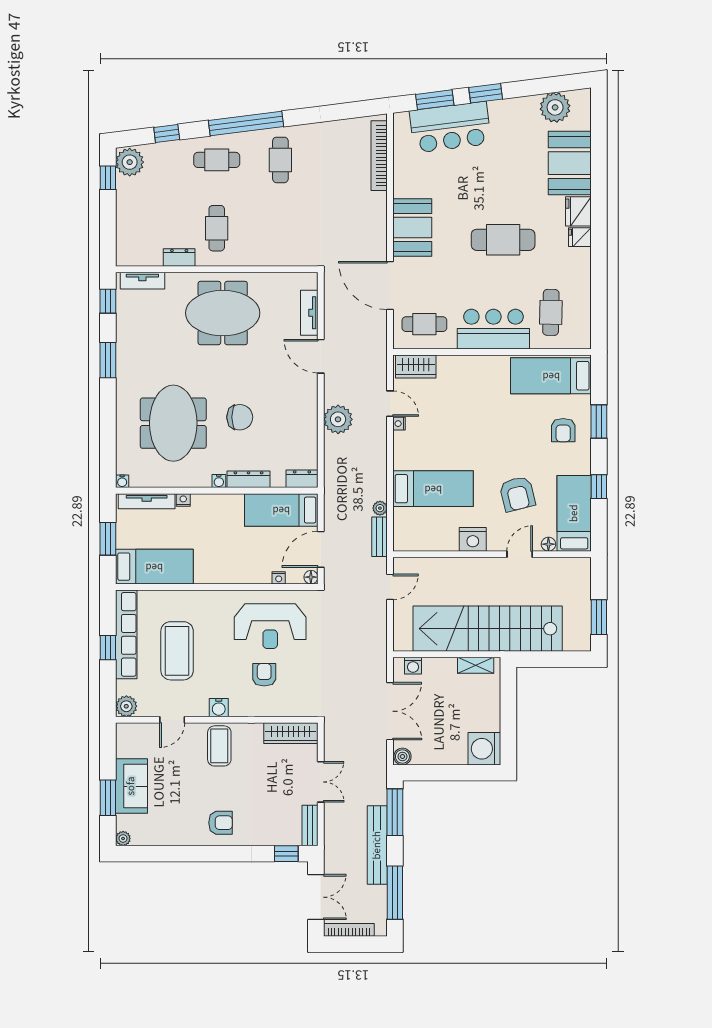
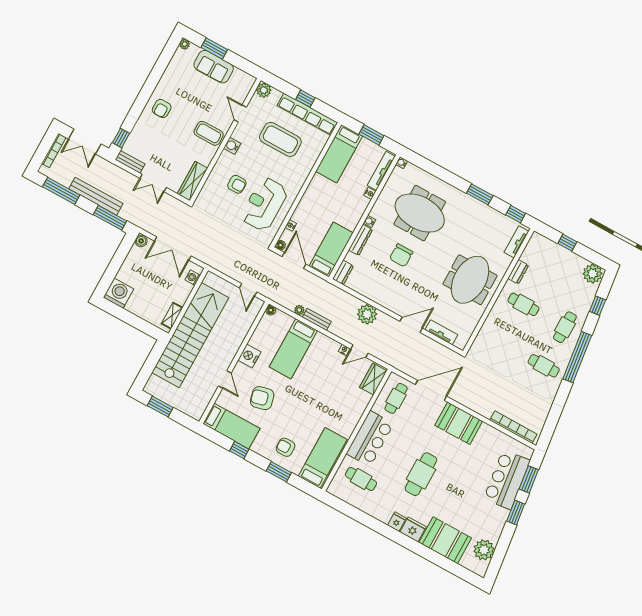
window: (108, 178) -> (567, 243), moved
bench: (380, 537) -> (317, 319), moved
floor lamp: (548, 544) -> (271, 310), moved

